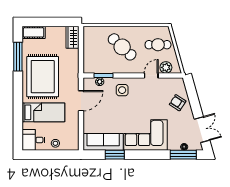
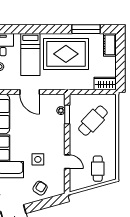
cafe table: (122, 47) -> (93, 121), moved
plant: (166, 67) -> (75, 176), removed
side table: (122, 90) -> (38, 159), moved
door: (81, 101) -> (30, 92), moved

